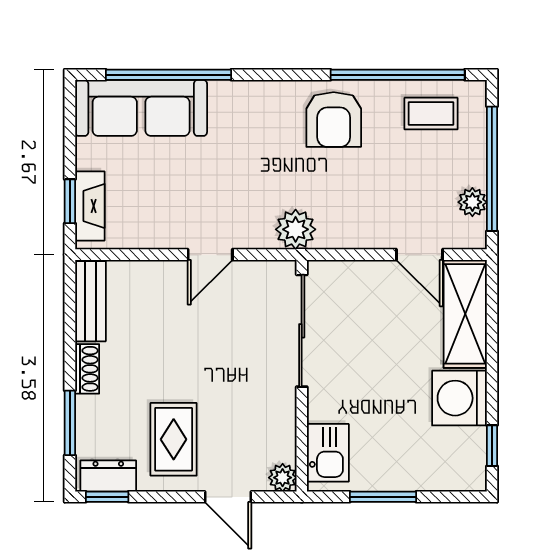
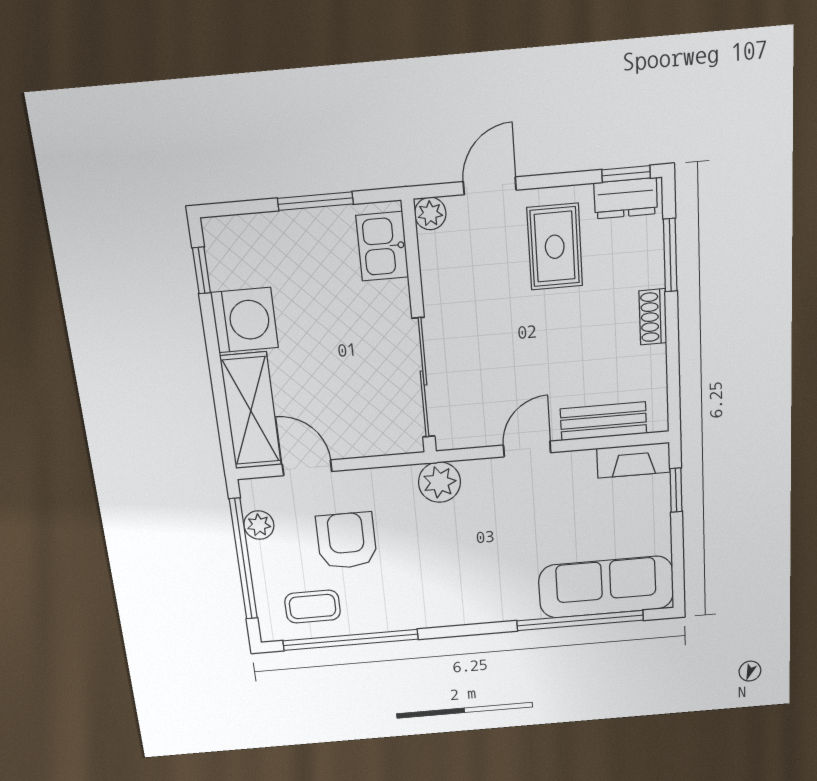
armchair: (334, 120) -> (346, 541), moved
fireplace: (90, 206) -> (633, 460), moved, turned -90
bench: (90, 301) -> (603, 421), moved, turned 90
door: (228, 497) -> (490, 186), hinge flipped

